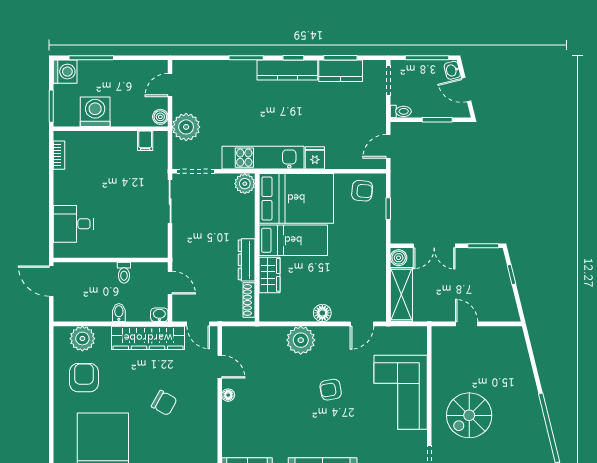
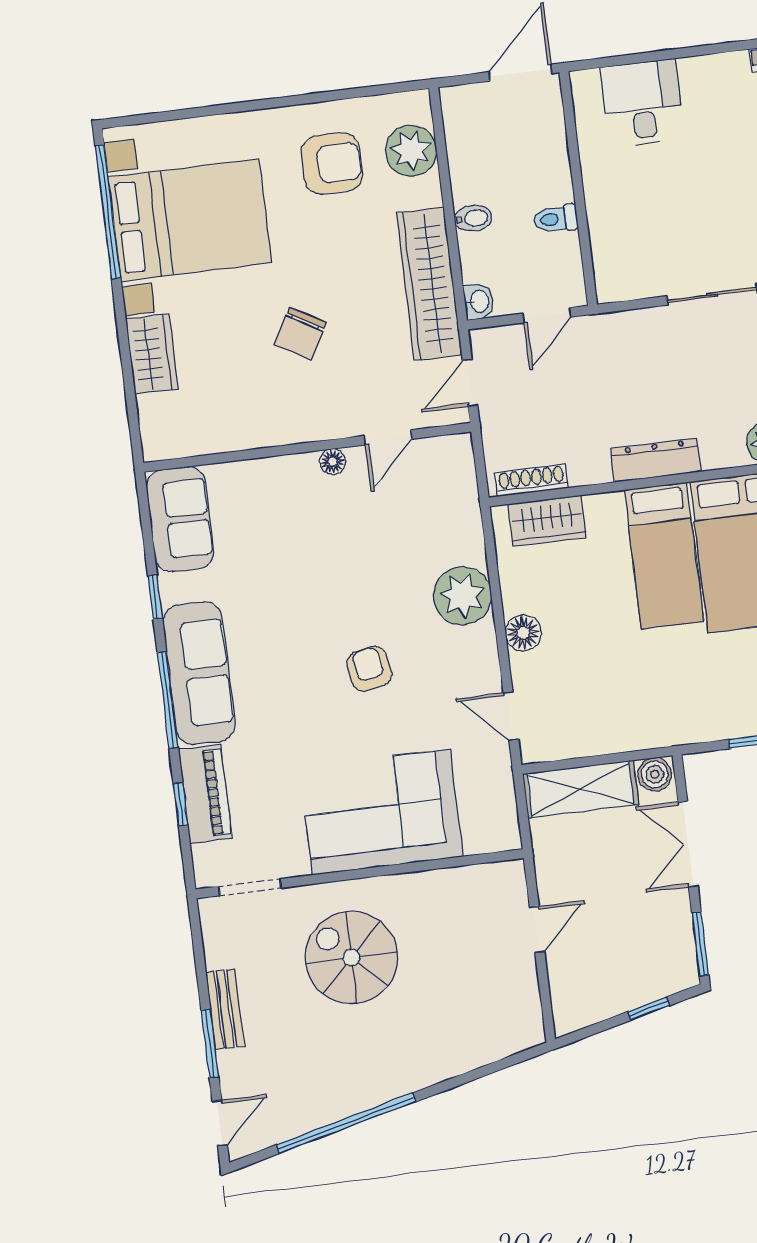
dresser: (247, 260) -> (656, 460), moved
wardrobe: (270, 275) -> (547, 521), moved

